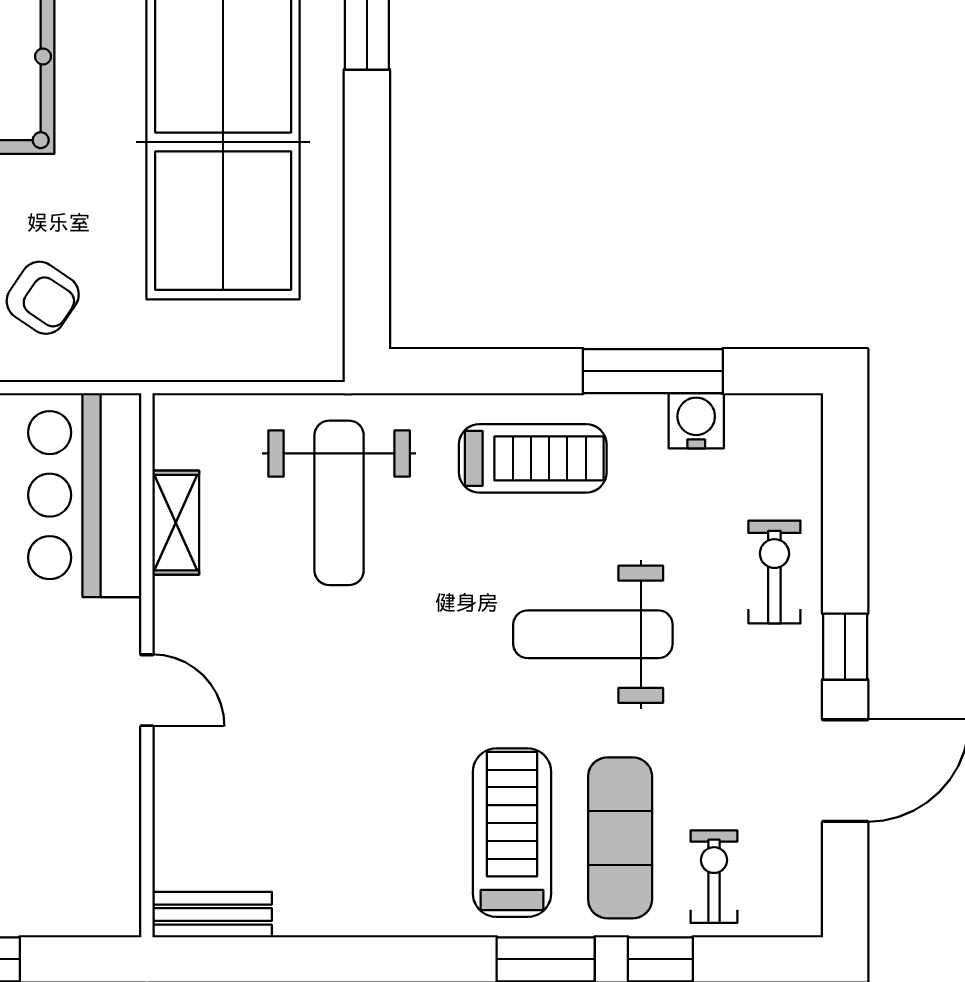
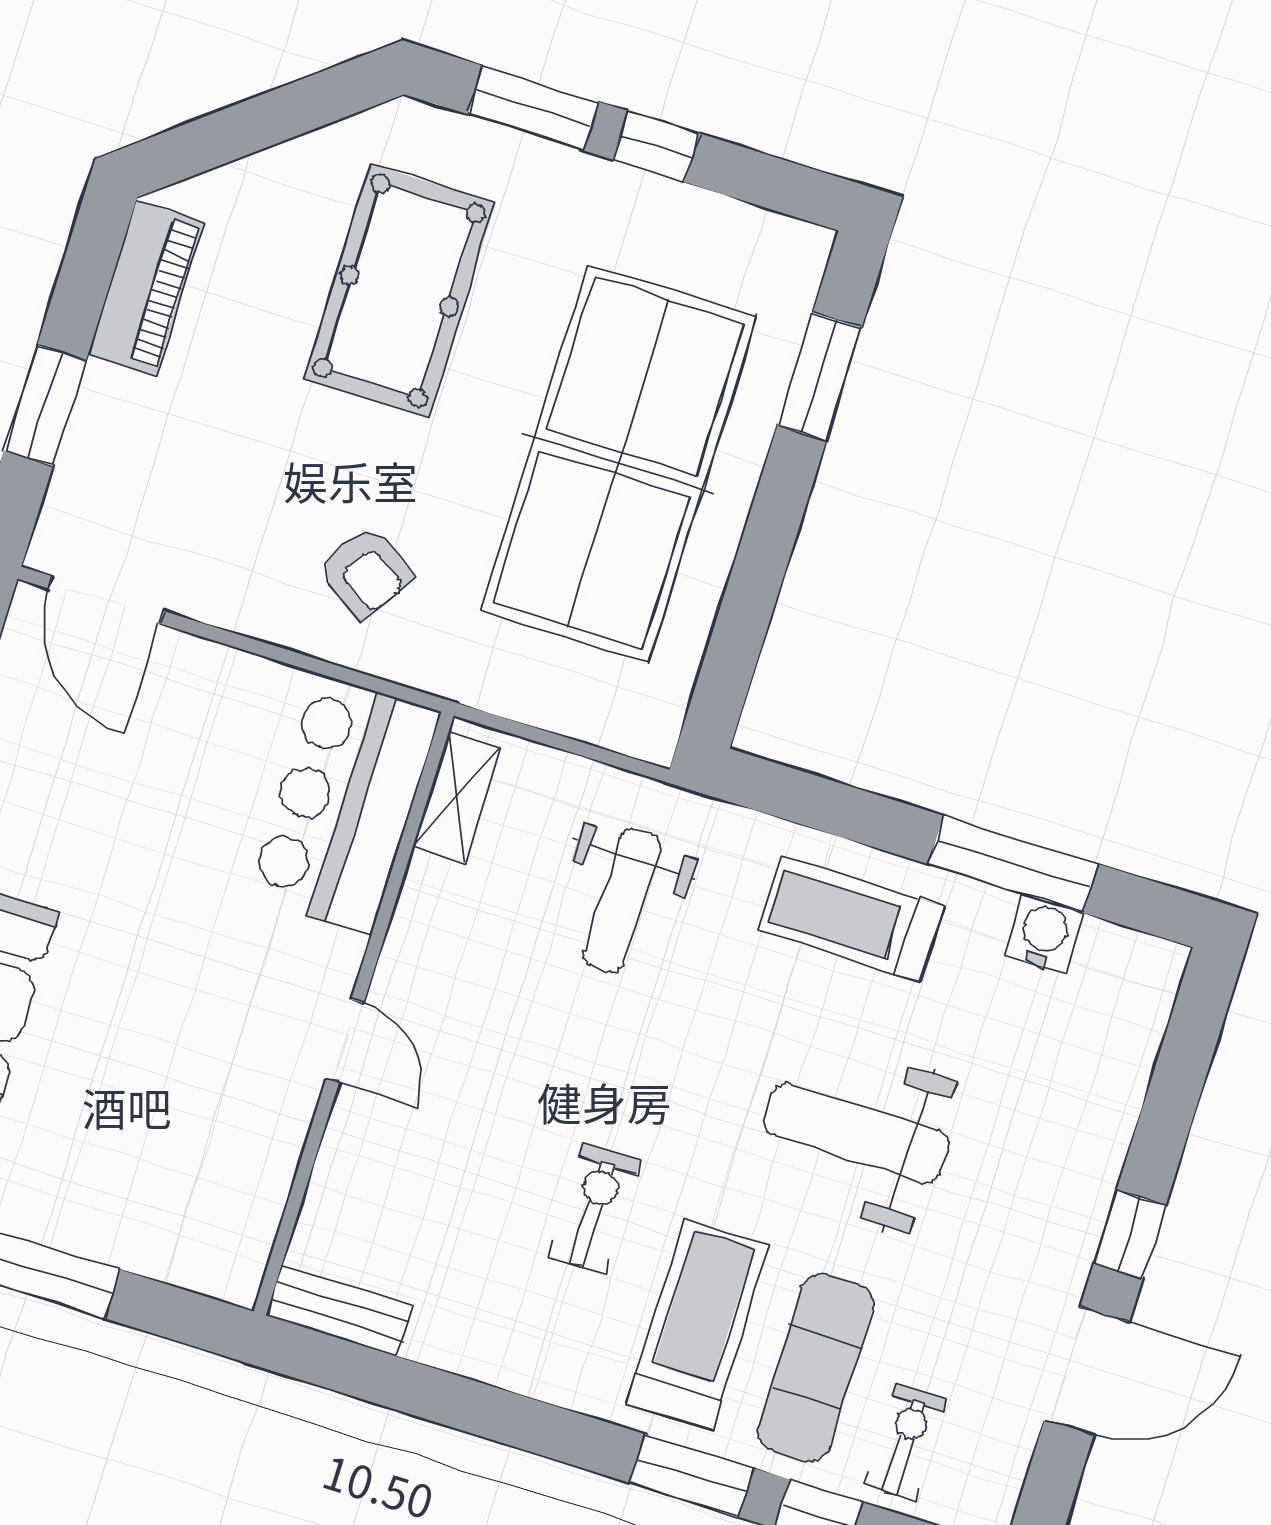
treadmill: (533, 458) -> (851, 919), turned 180
weight bench: (339, 503) -> (622, 901), width x0.73, depth x0.75
shelving: (176, 523) -> (456, 797), moved
exercise bike: (774, 572) -> (594, 1208), moved

